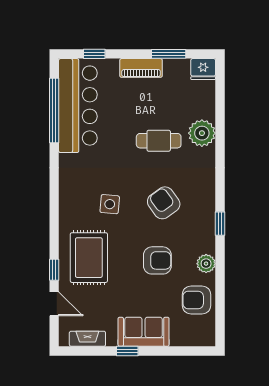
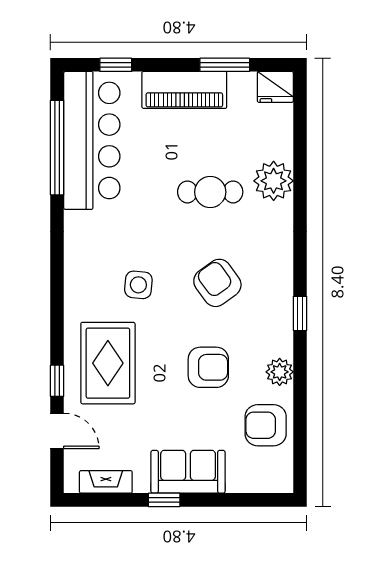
piano: (141, 68) -> (184, 90), width x1.37, depth x1.33

